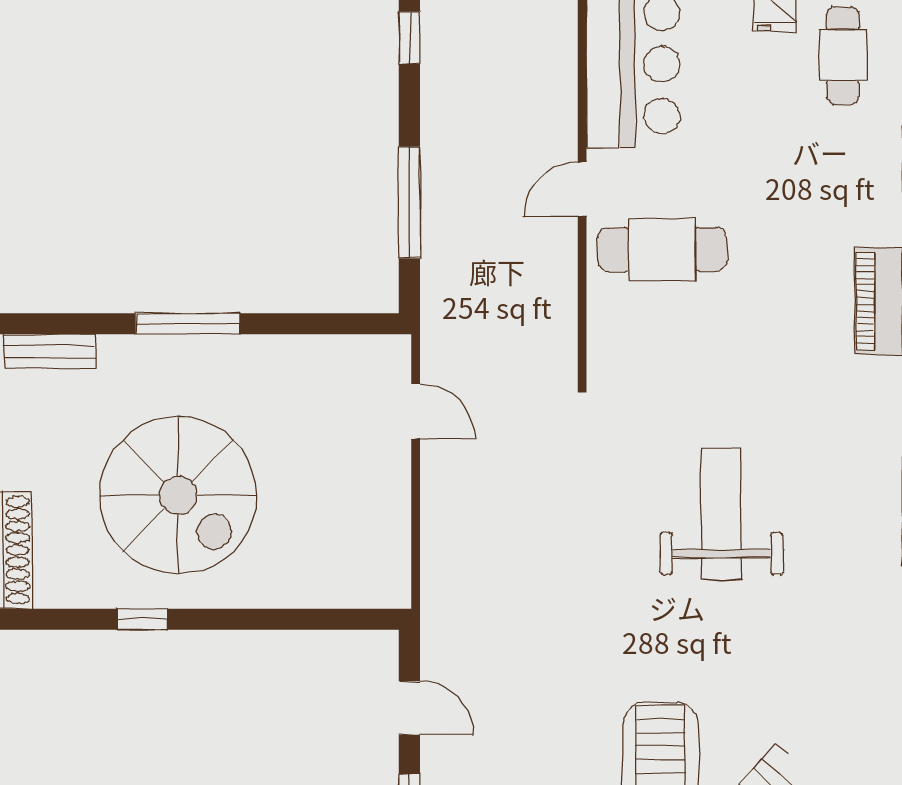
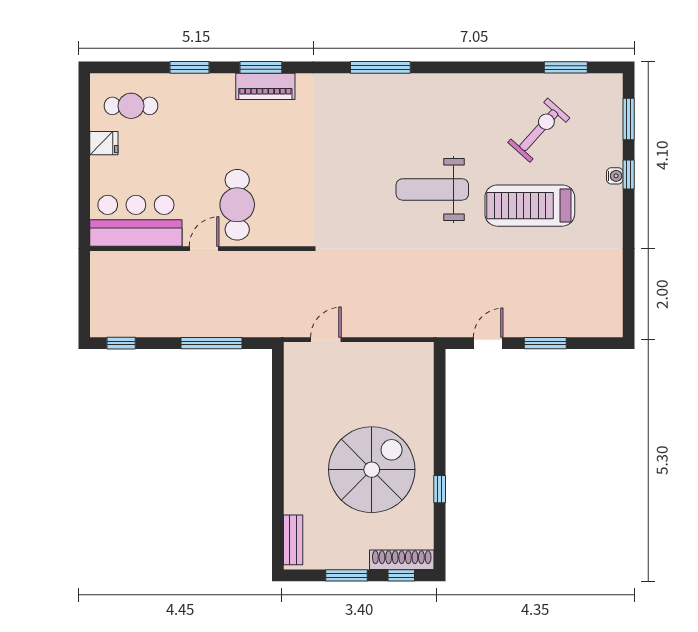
door: (582, 189) -> (204, 249), swing flipped
window: (188, 324) -> (278, 464), removed
weight bench: (721, 514) -> (432, 189), moved

